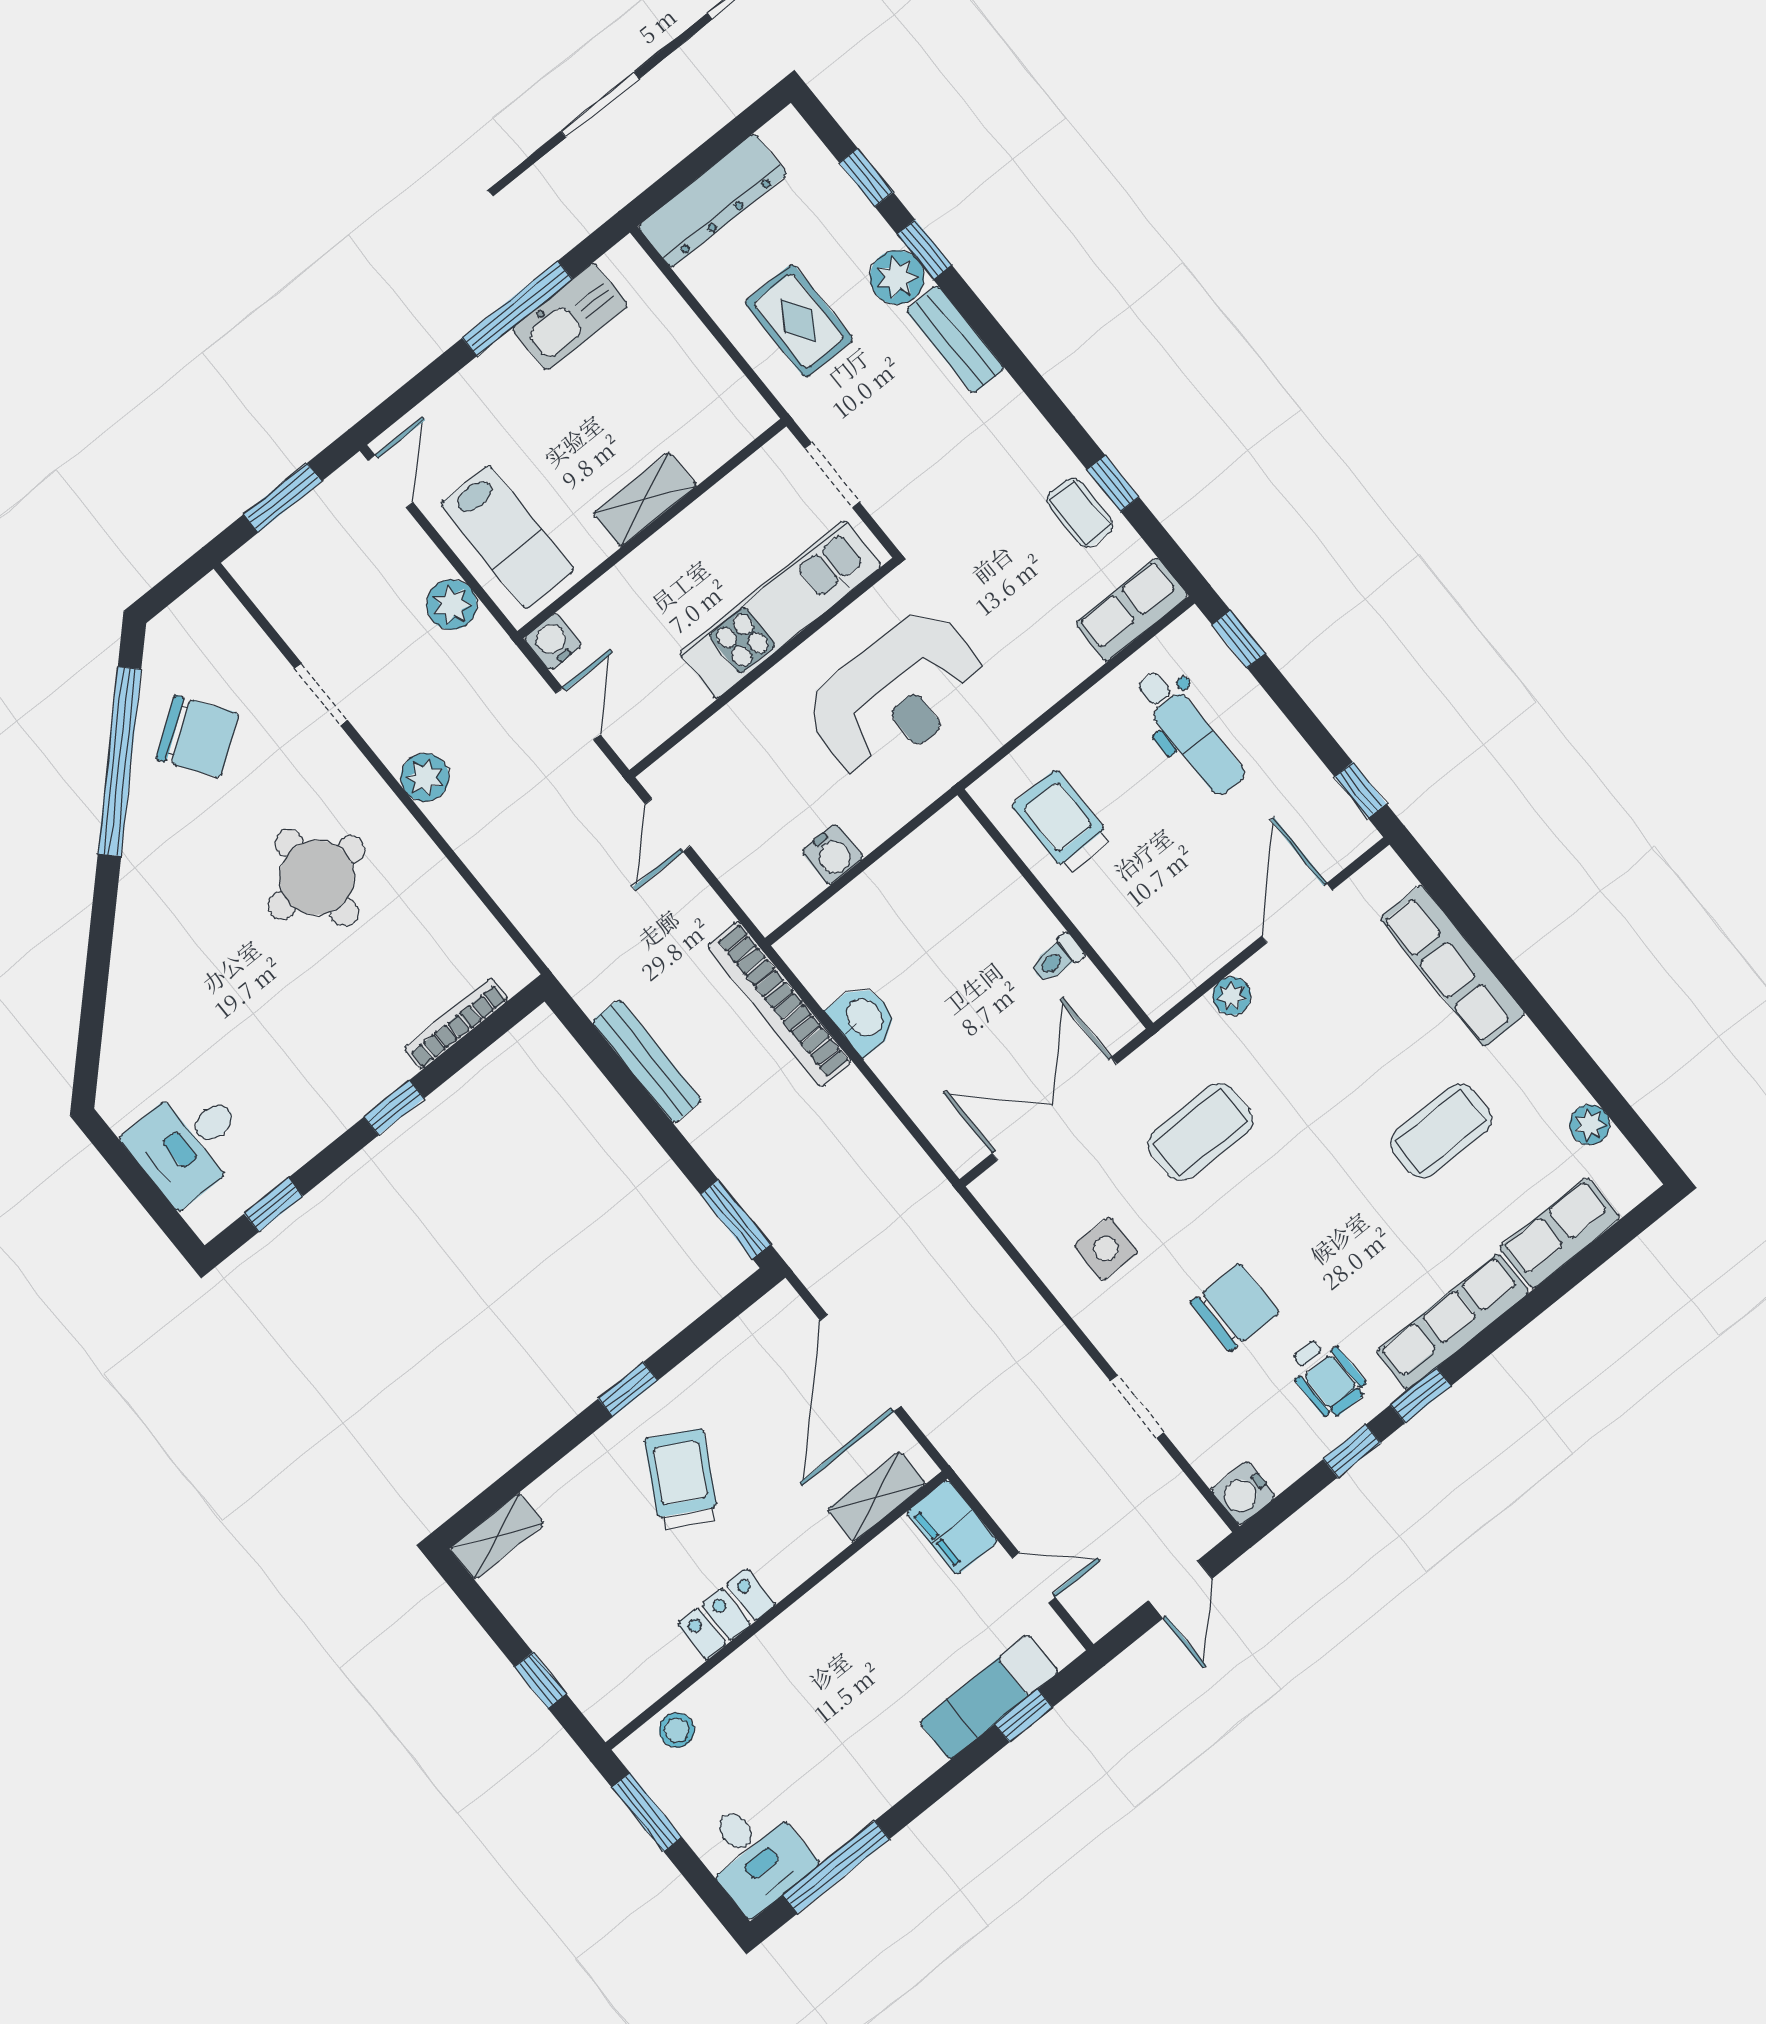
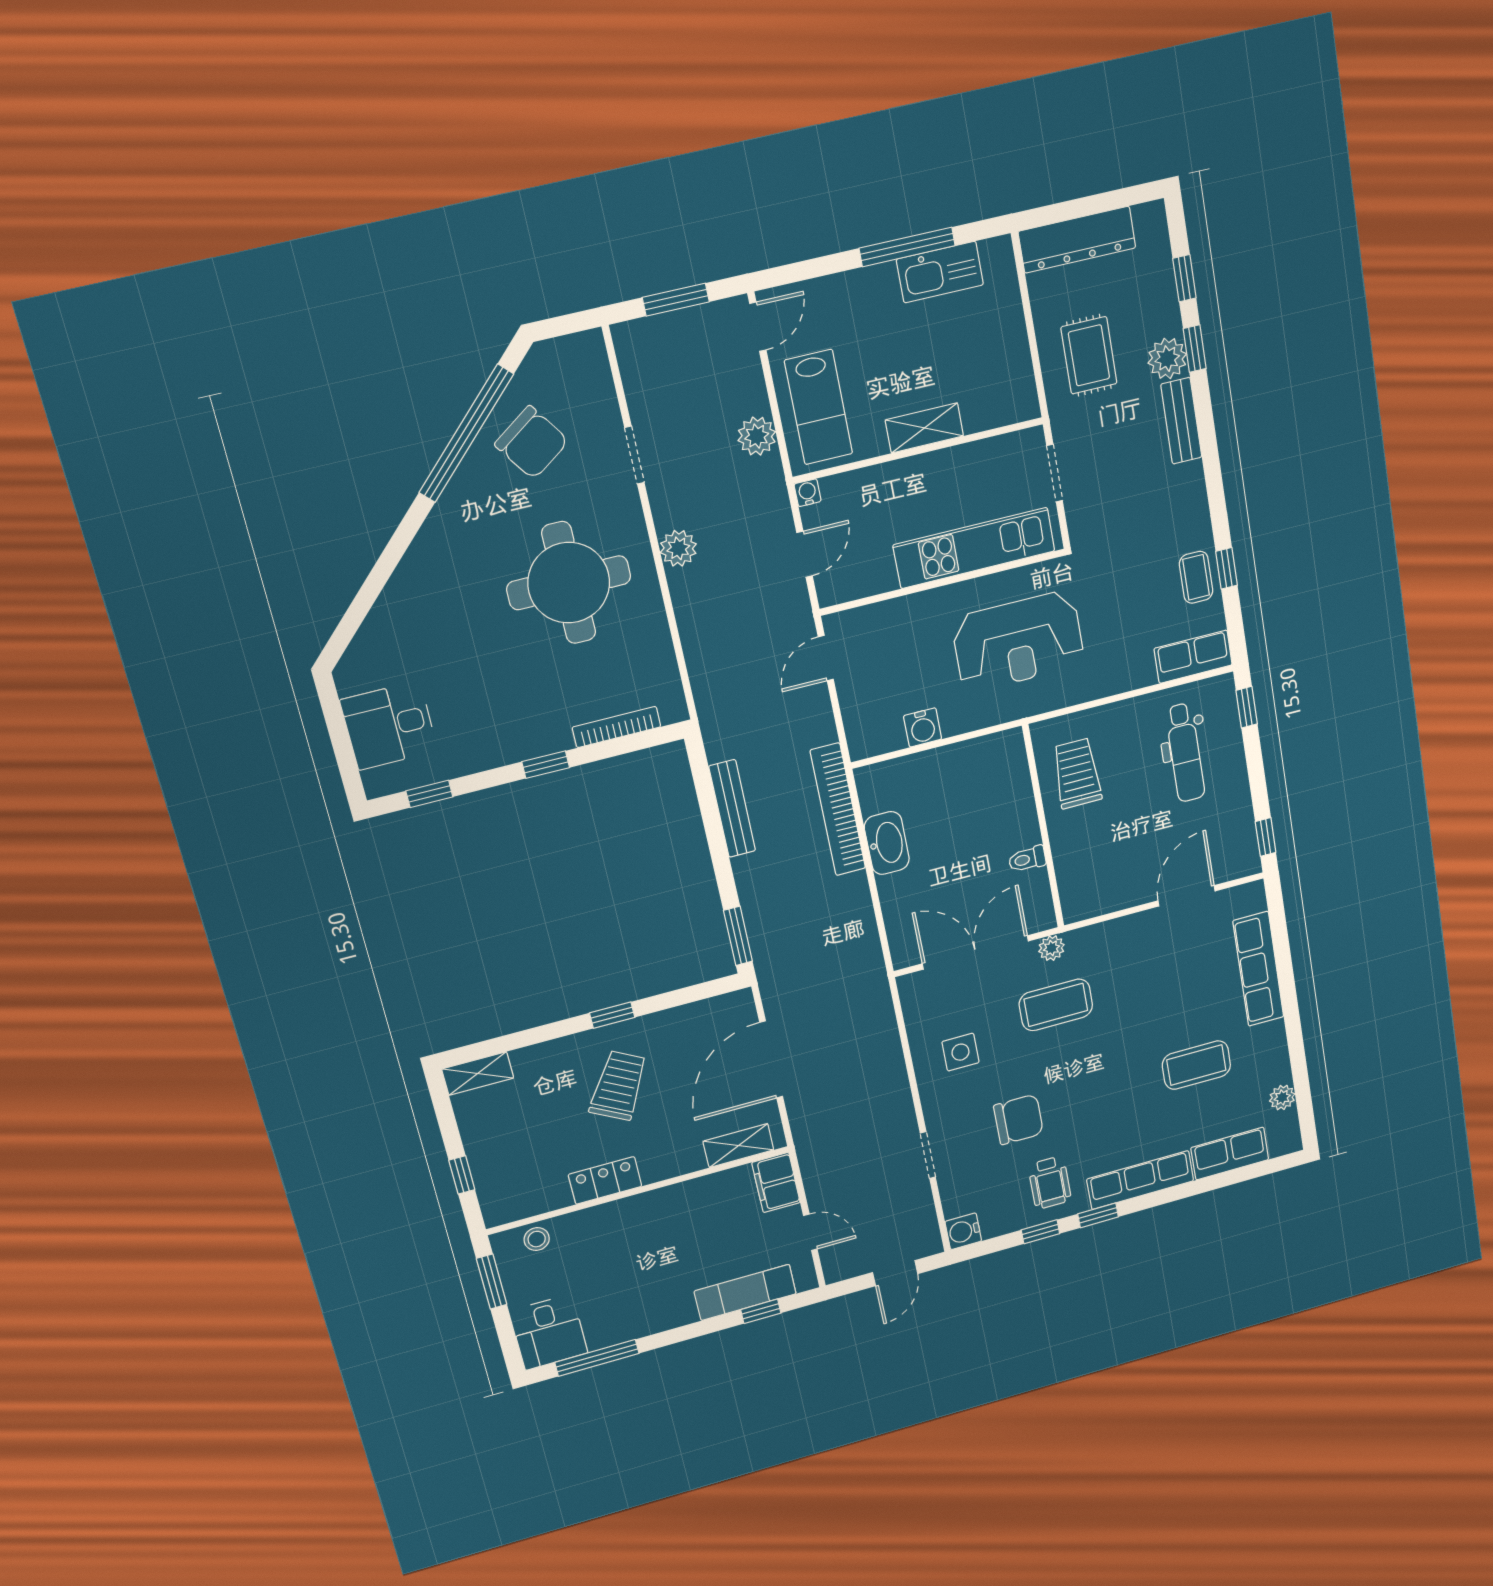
water cooler: (553, 642) -> (808, 493), width x0.72, depth x0.72
round table: (317, 878) -> (569, 583), width x1.36, depth x1.36
plant: (1232, 996) -> (1052, 948), moved
washbasin: (864, 1019) -> (887, 843), width x1.38

